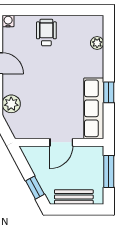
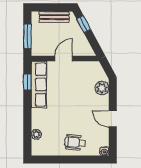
wheelchair: (46, 32) -> (75, 142), turned 96
window: (109, 92) -> (27, 82), moved

